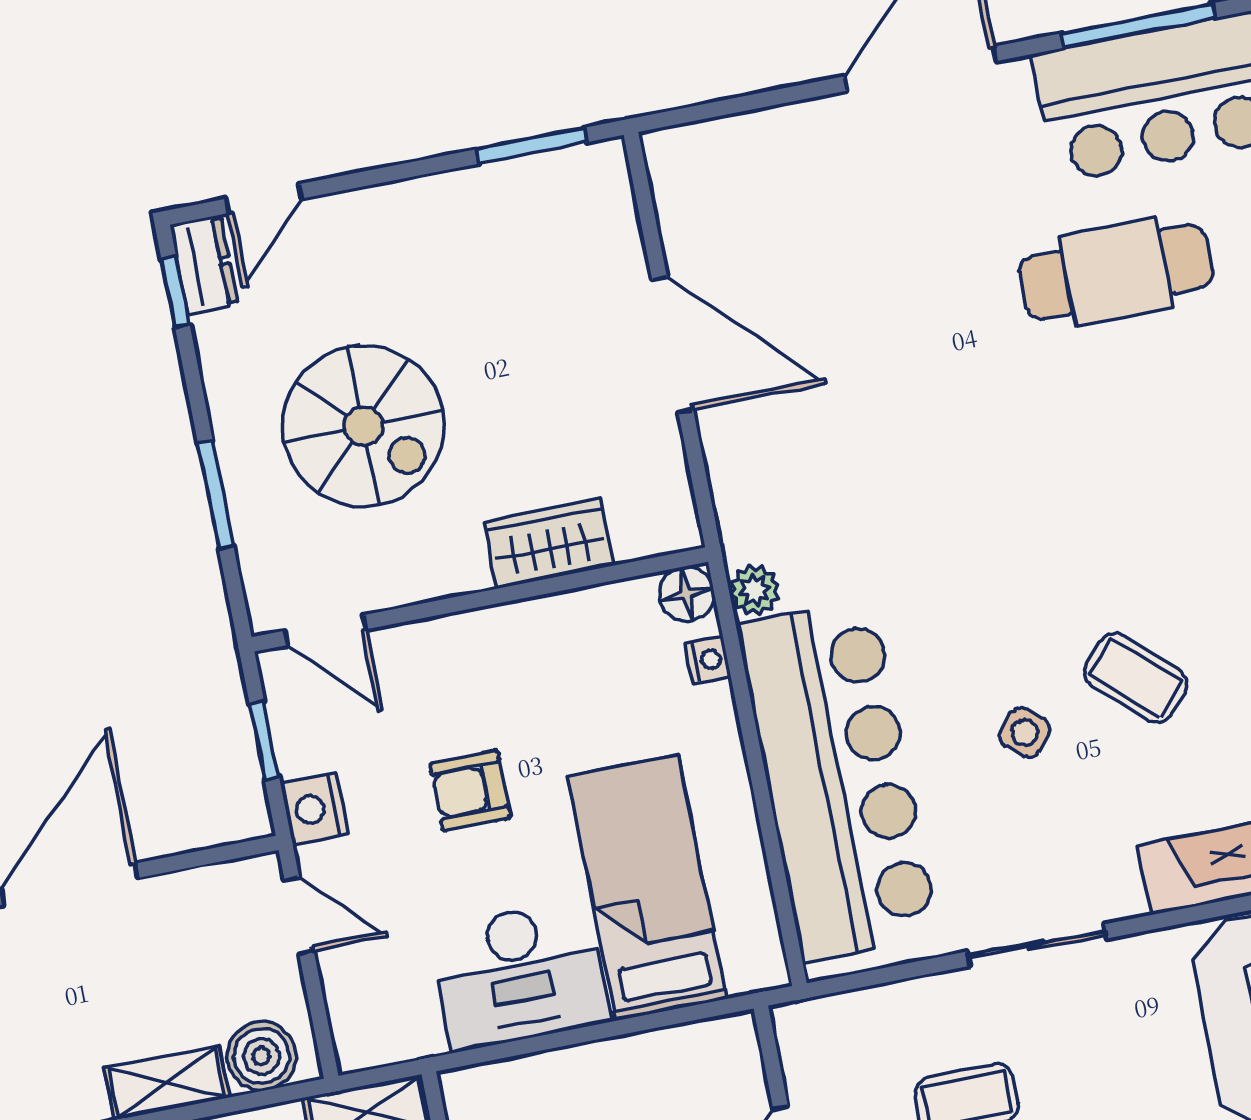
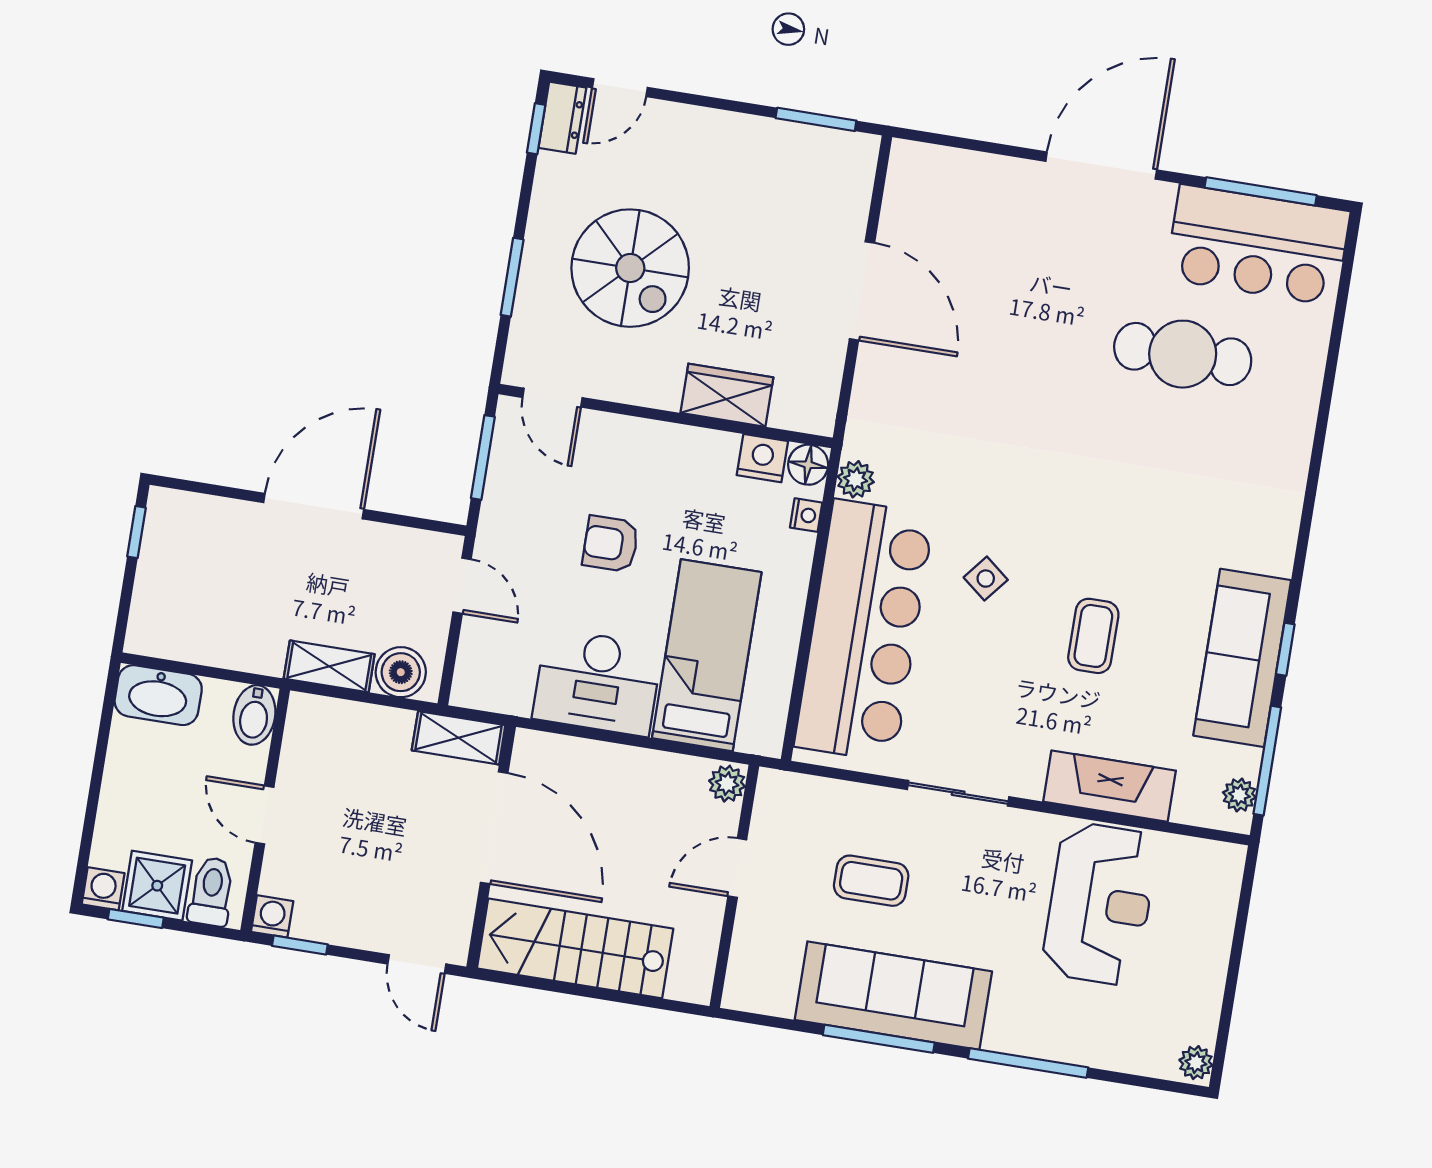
coffee table: (1136, 678) -> (1093, 636), turned 47
side table: (1025, 732) -> (986, 579), moved
window: (264, 740) -> (483, 457), width x1.50
nightstand: (315, 809) -> (762, 458), moved, turned 90
plant: (735, 1043) -> (727, 784), added

